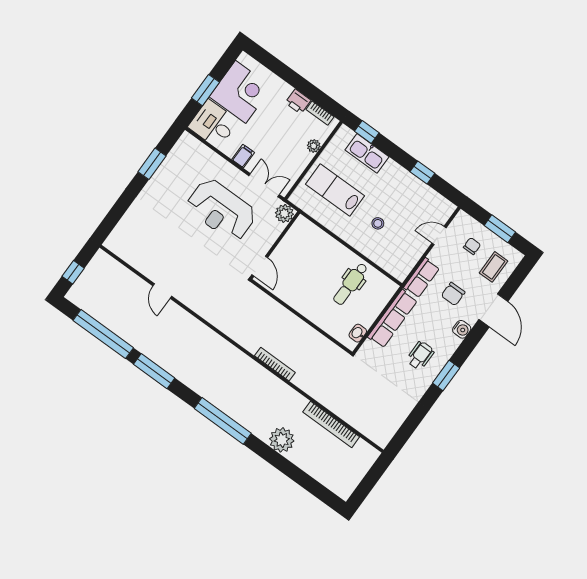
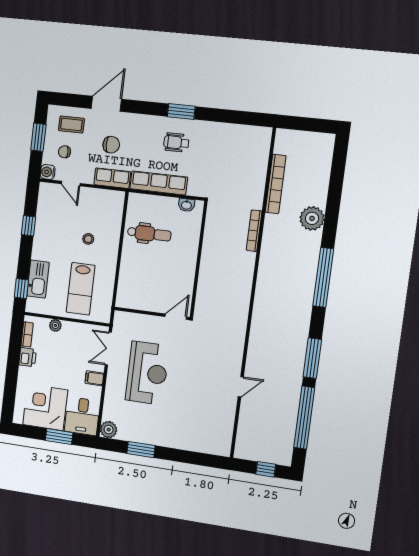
plant: (284, 213) -> (109, 430), moved
water cooler: (462, 329) -> (48, 172), moved, turned -90
bookcase: (275, 364) -> (254, 231), moved

